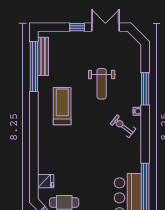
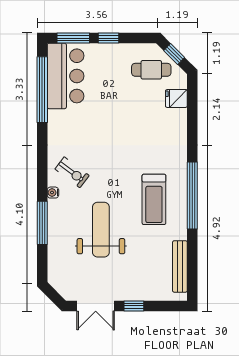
window: (34, 66) -> (192, 196), moved
weight bench: (102, 84) -> (101, 230), width x1.36, depth x1.33

